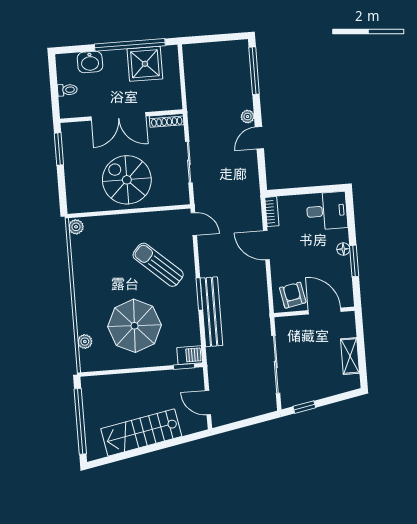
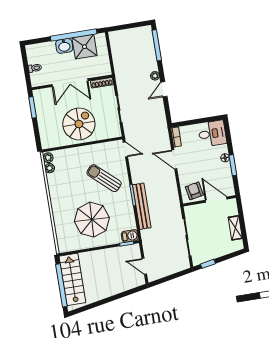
washbasin: (90, 62) -> (64, 46), moved
spiral stairs: (127, 180) -> (79, 124), turned 90
plant: (85, 342) -> (50, 168), moved
stairs: (141, 432) -> (72, 279), moved, turned 101

